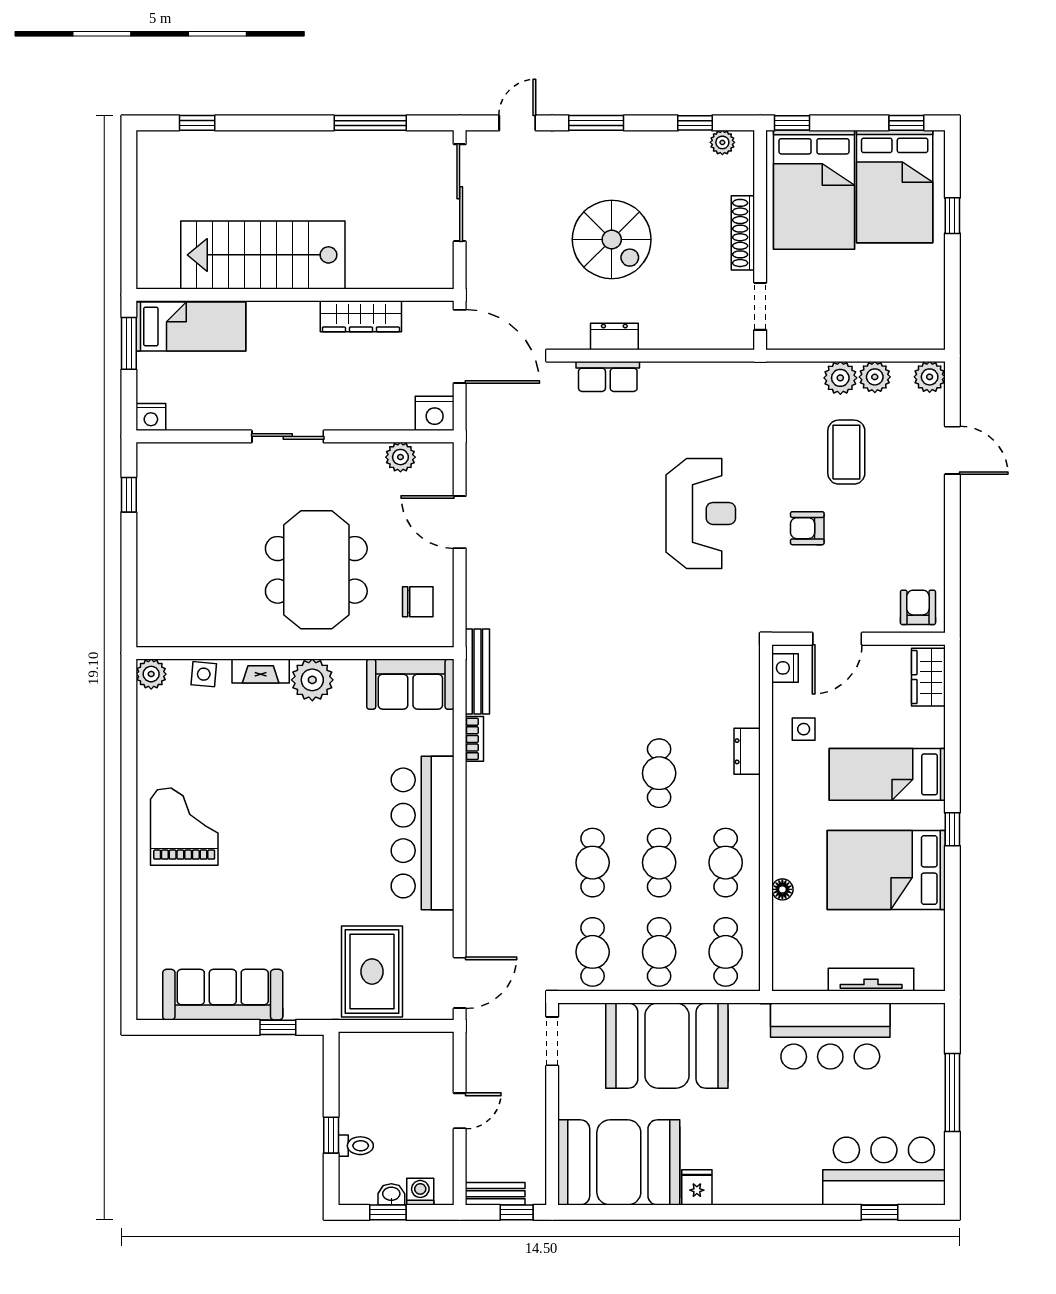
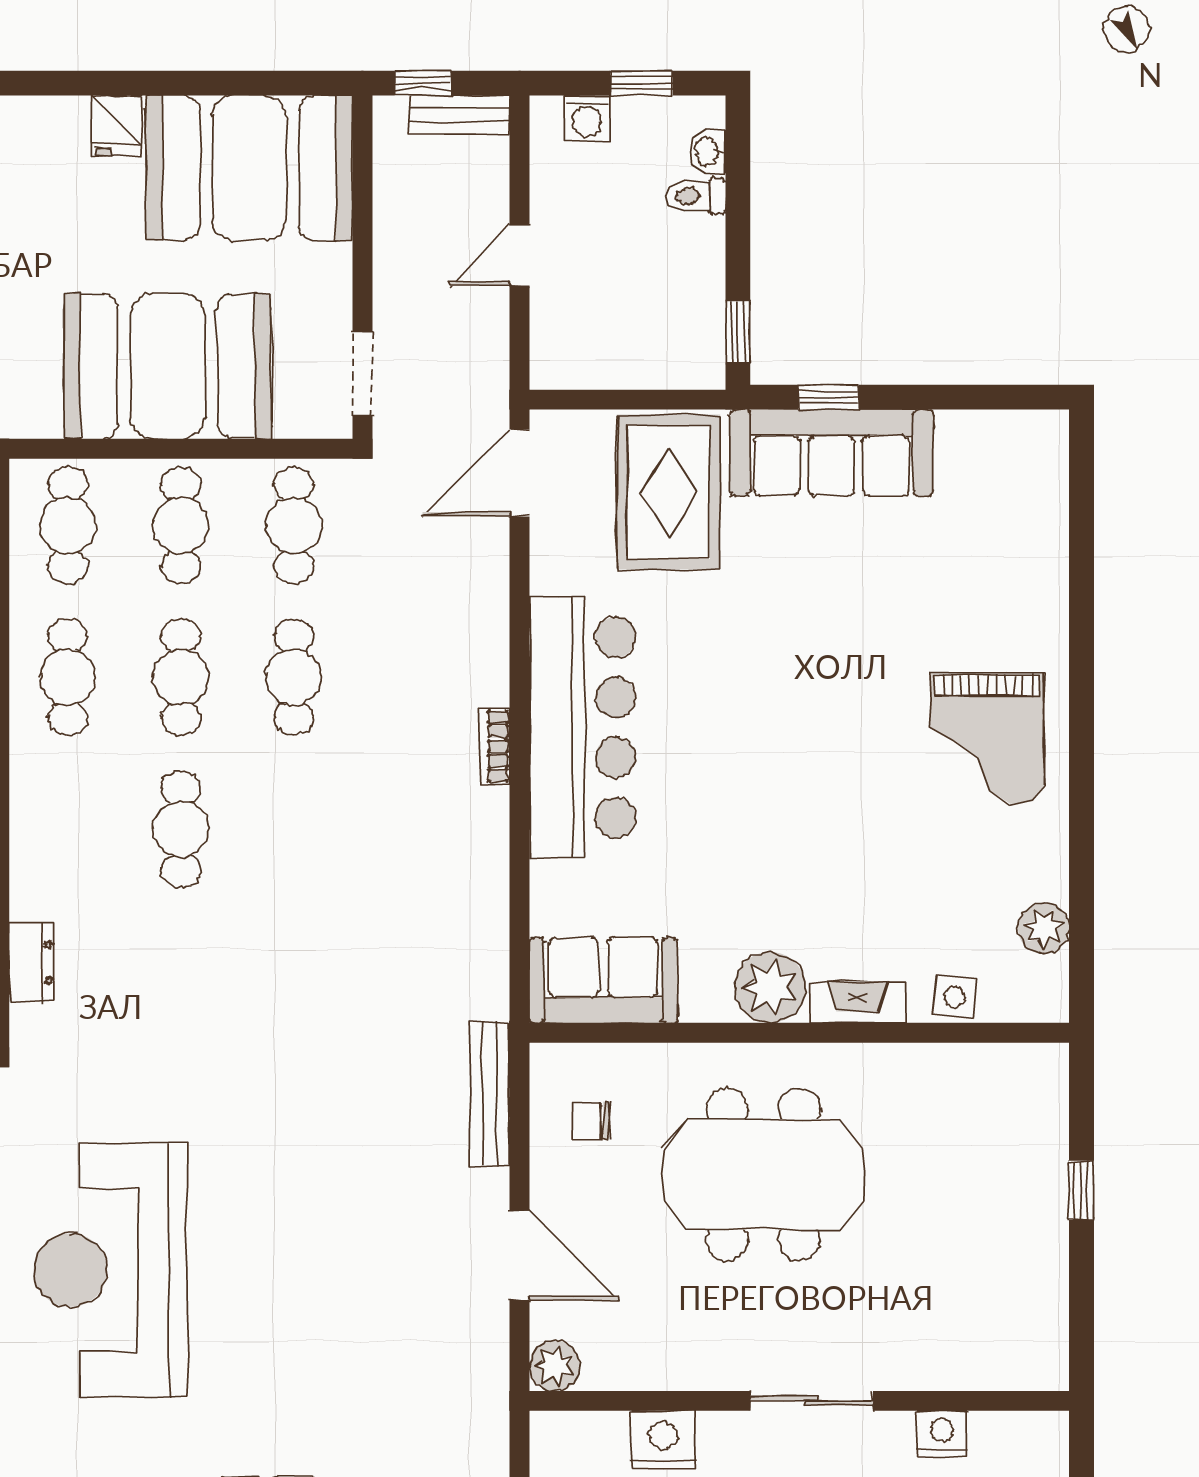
nightstand: (435, 413) -> (663, 1440), moved
nightstand: (151, 417) -> (942, 1434), moved
plant: (400, 457) -> (555, 1366), moved
window: (129, 495) -> (1082, 1190), moved
reception desk: (701, 513) -> (110, 1270), width x1.36, depth x1.30
meeting table: (316, 570) -> (763, 1174), turned 90
chair: (418, 602) -> (591, 1120), width x0.73, depth x0.73
bench: (477, 672) -> (489, 1094), moved
plant: (151, 674) -> (1044, 928), moved
bookcase: (474, 739) -> (494, 746), moved
dresser: (747, 751) -> (31, 963), moved
sofa: (223, 995) -> (832, 453), moved
window: (331, 1135) -> (738, 332), moved
washbasin: (391, 1194) -> (708, 152), moved, turned 90

